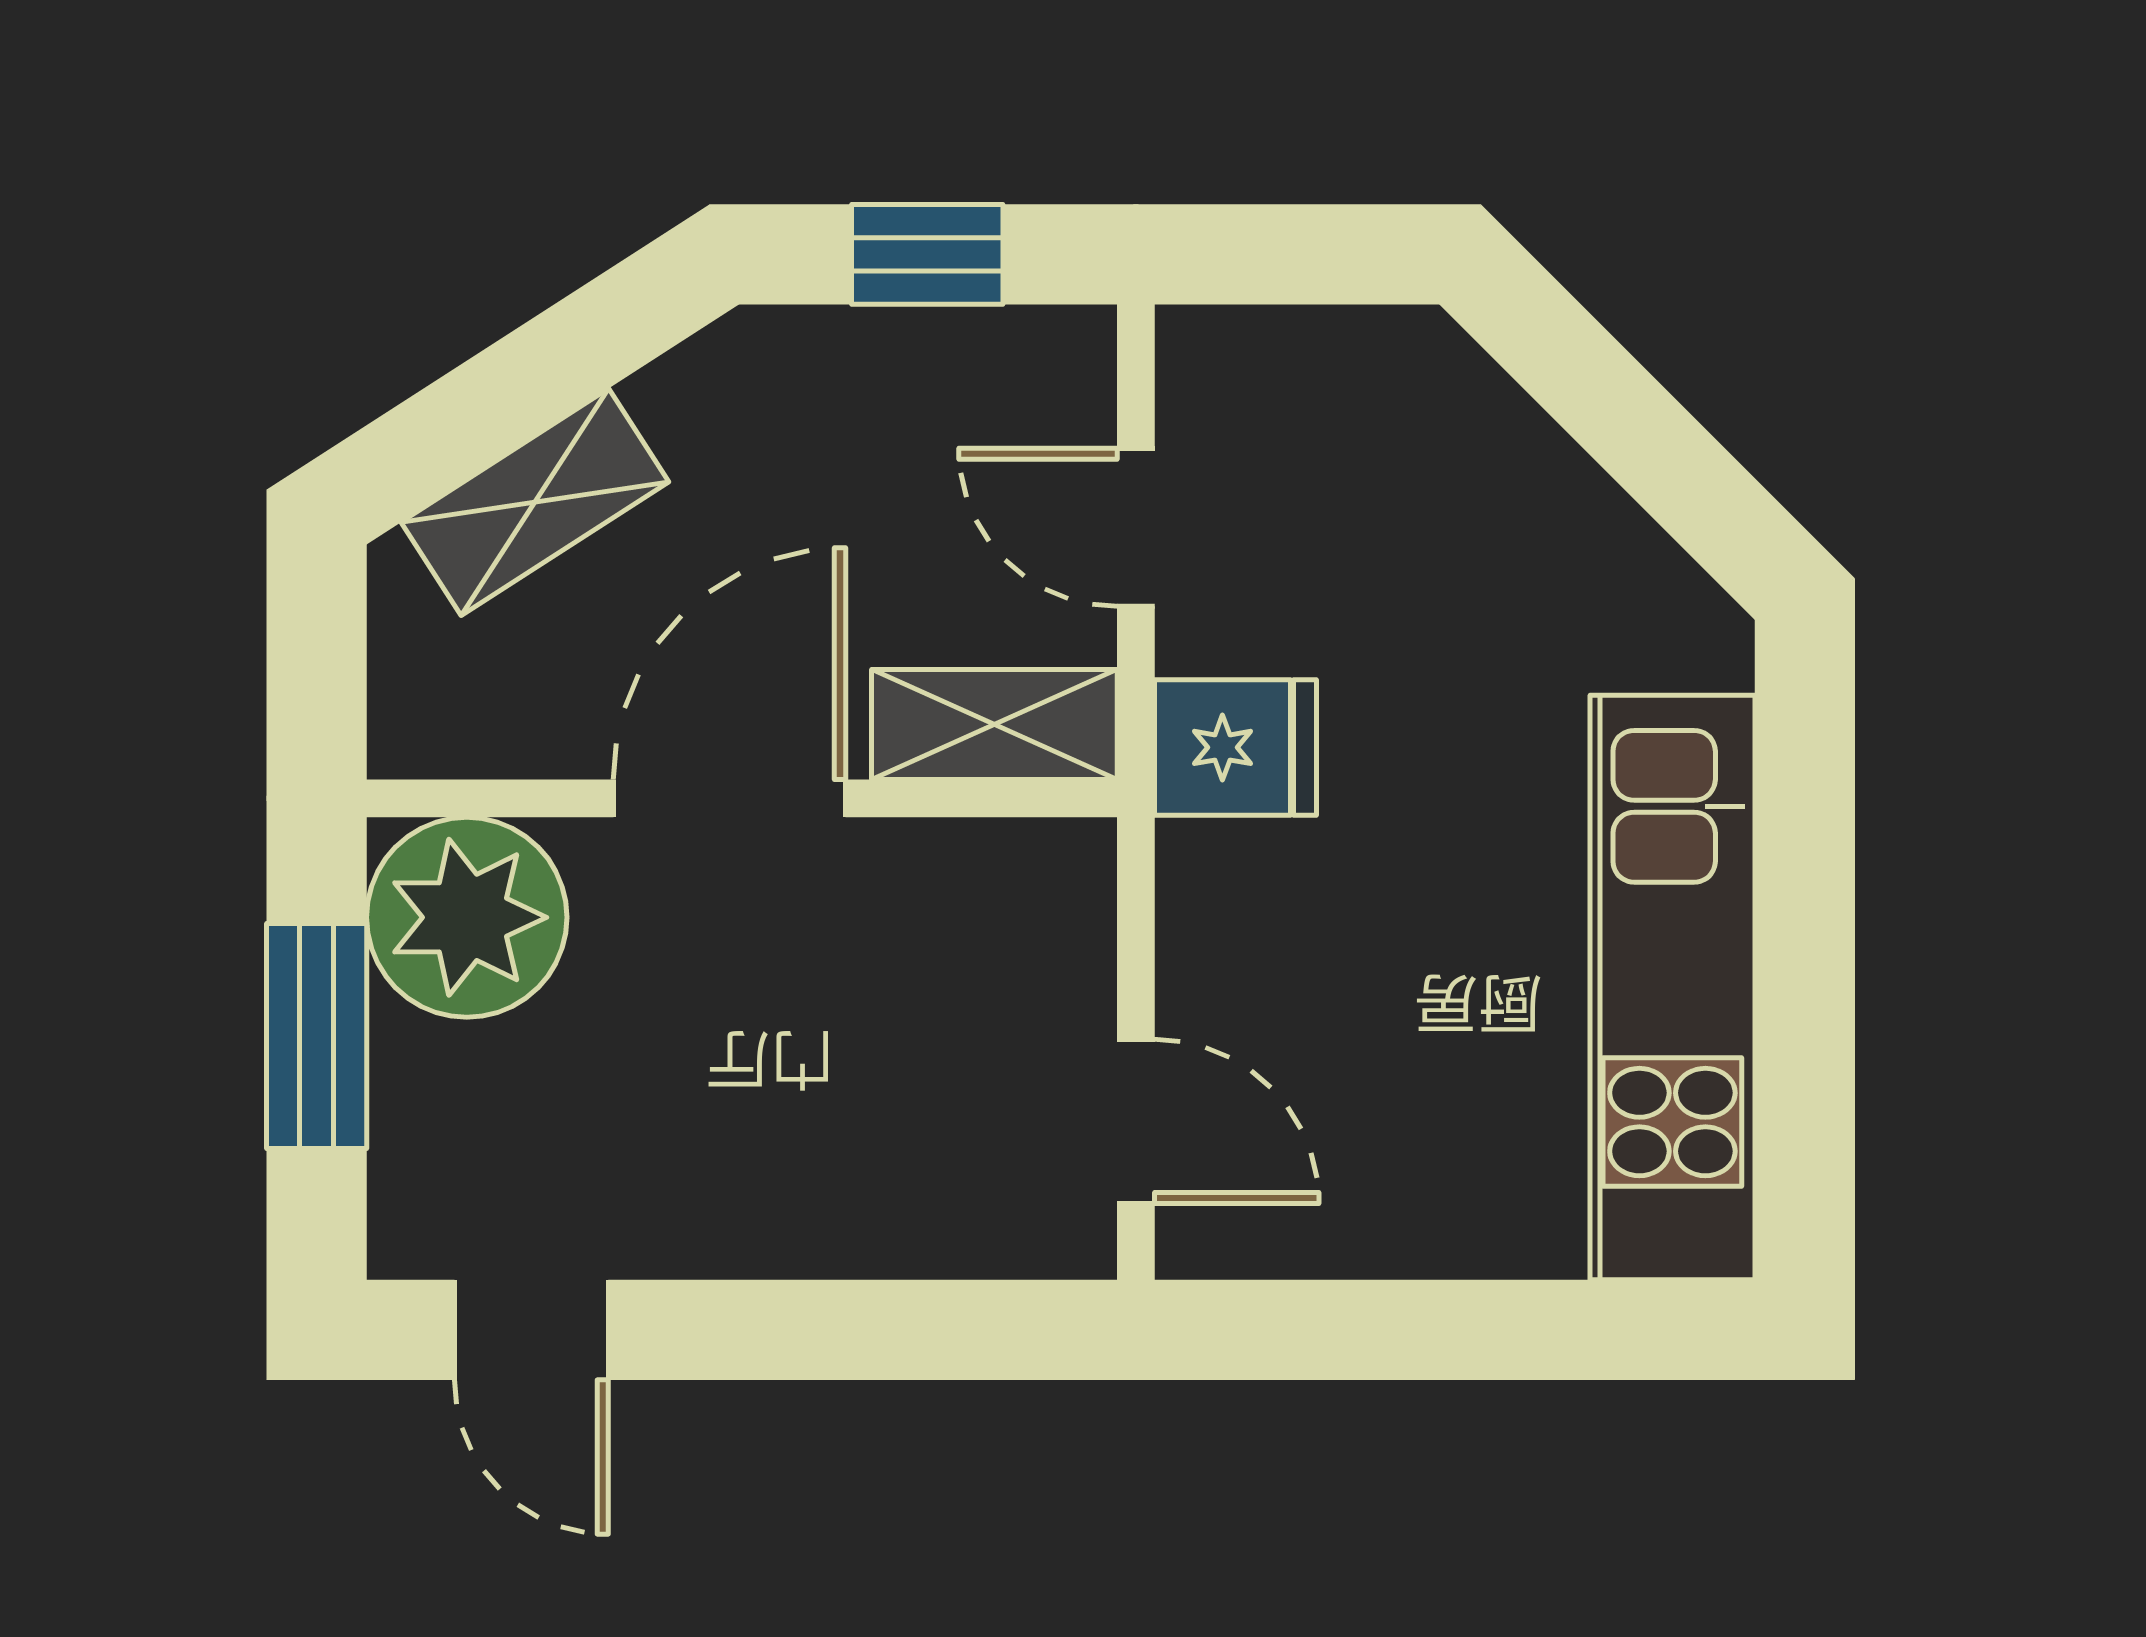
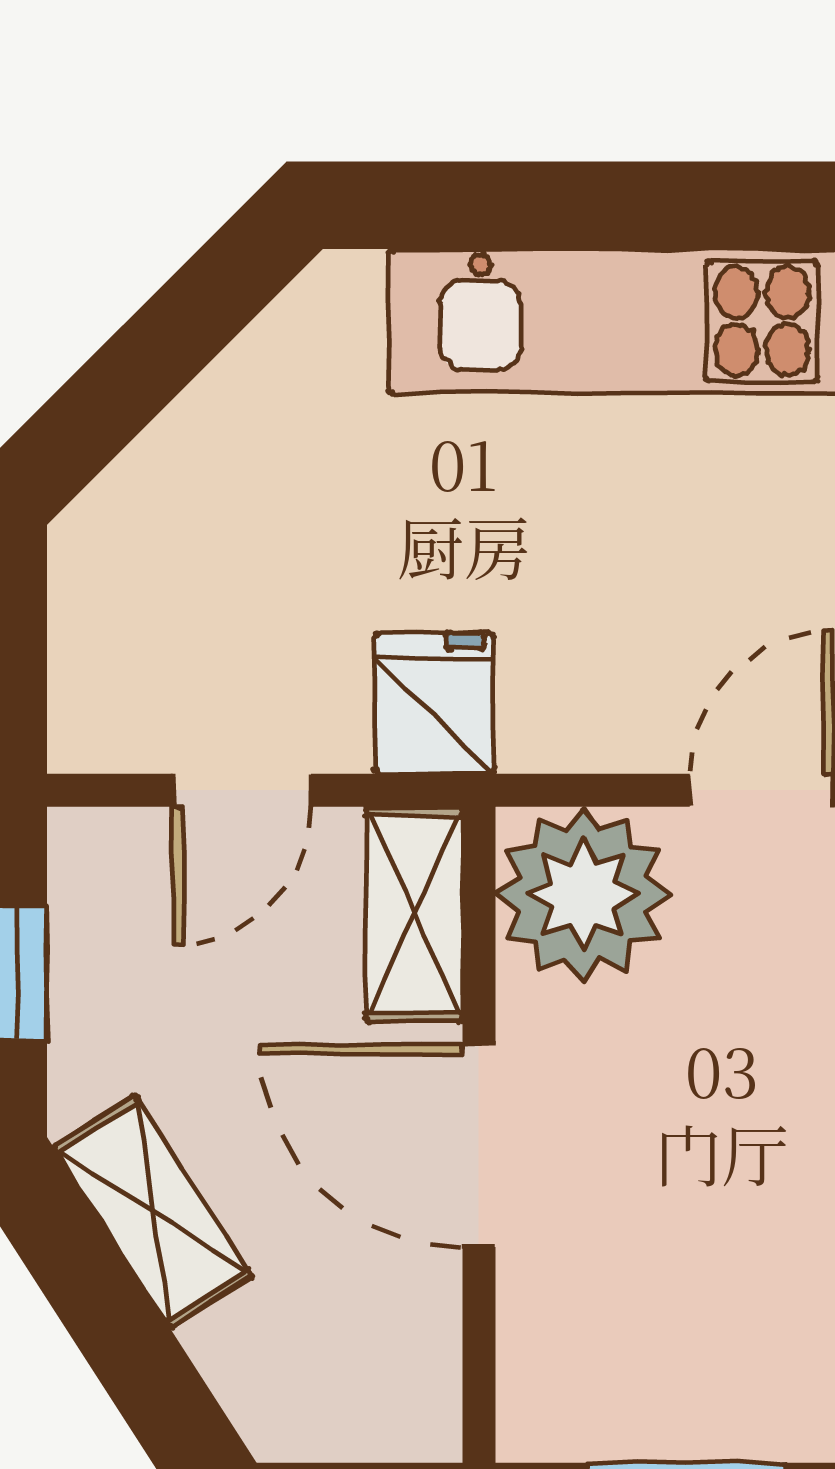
shelving: (535, 502) -> (153, 1212), moved
plant: (467, 917) -> (583, 894), moved

